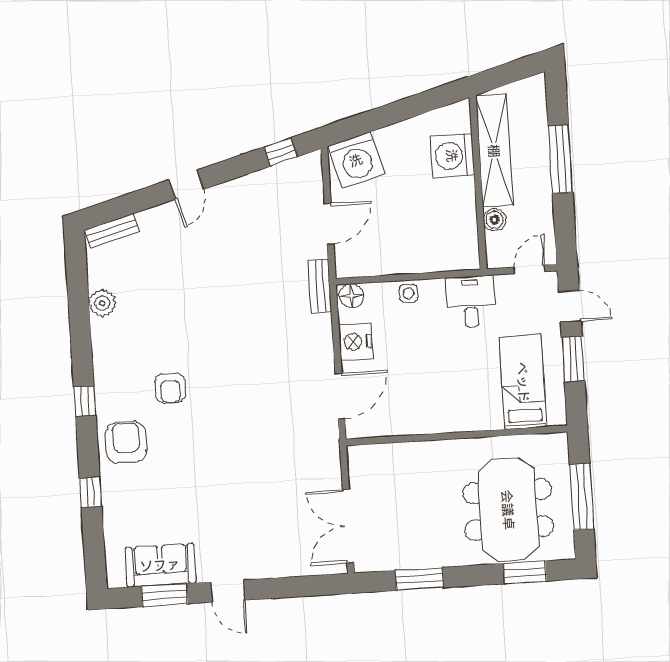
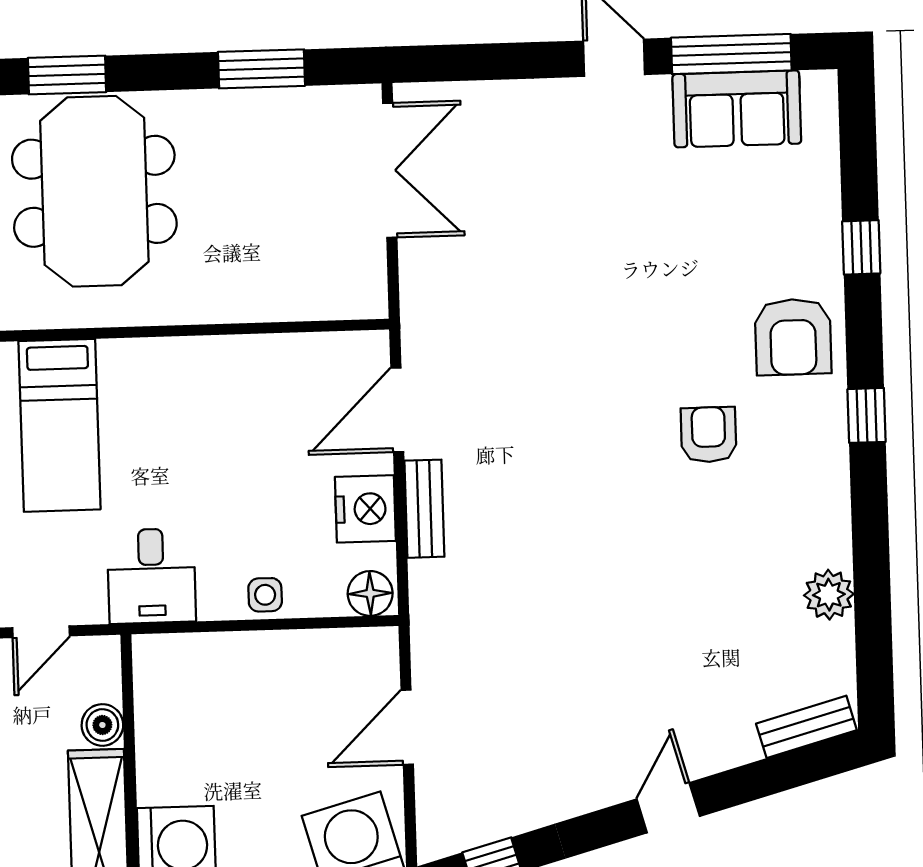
bench: (320, 286) -> (424, 509), moved
window: (164, 595) -> (731, 54), width x1.44

